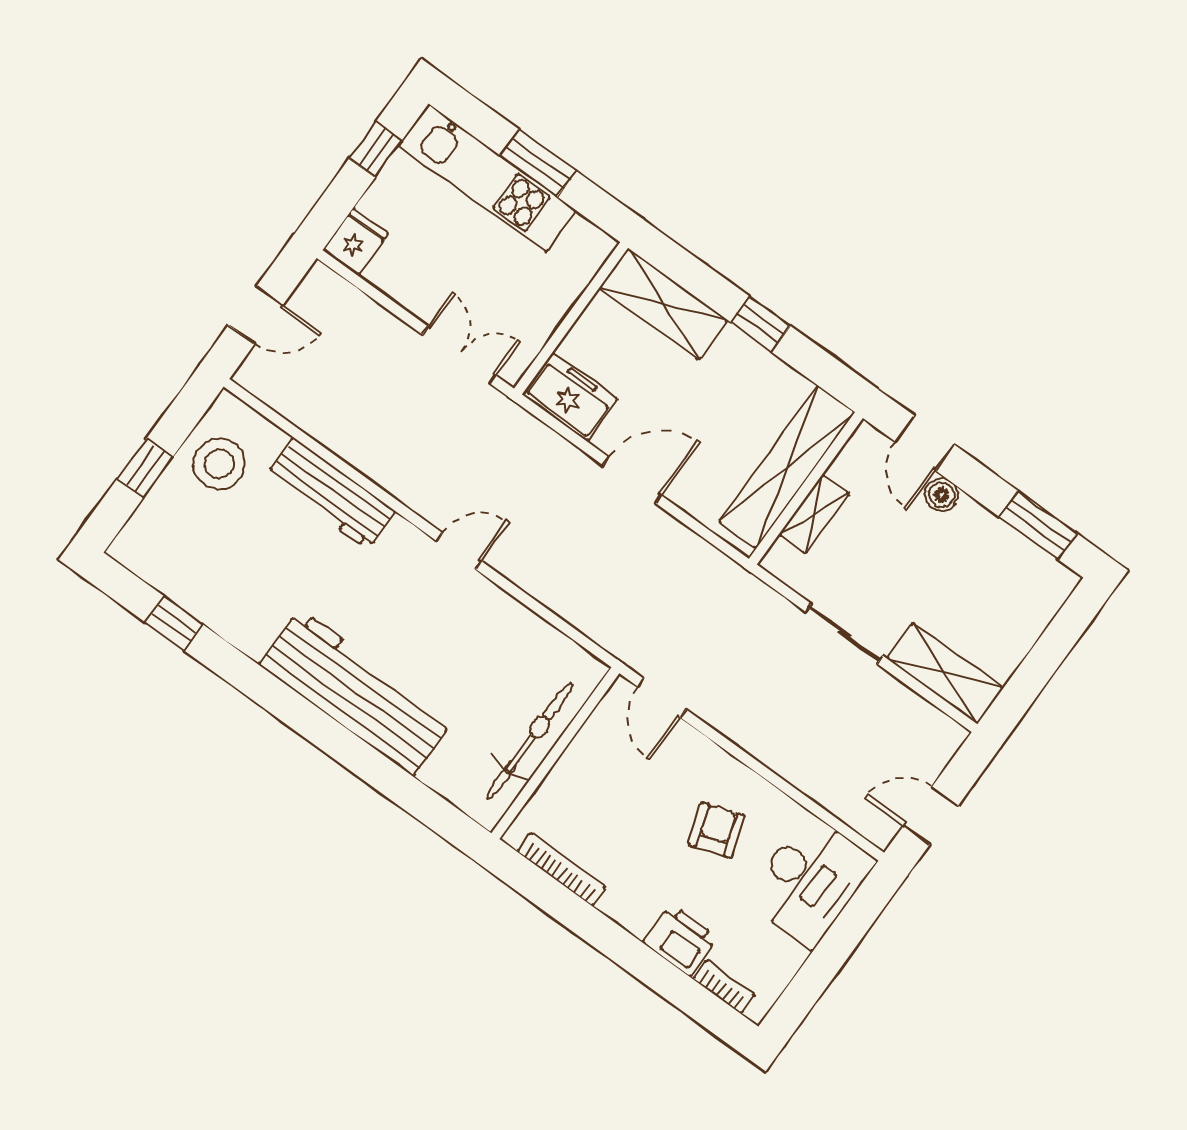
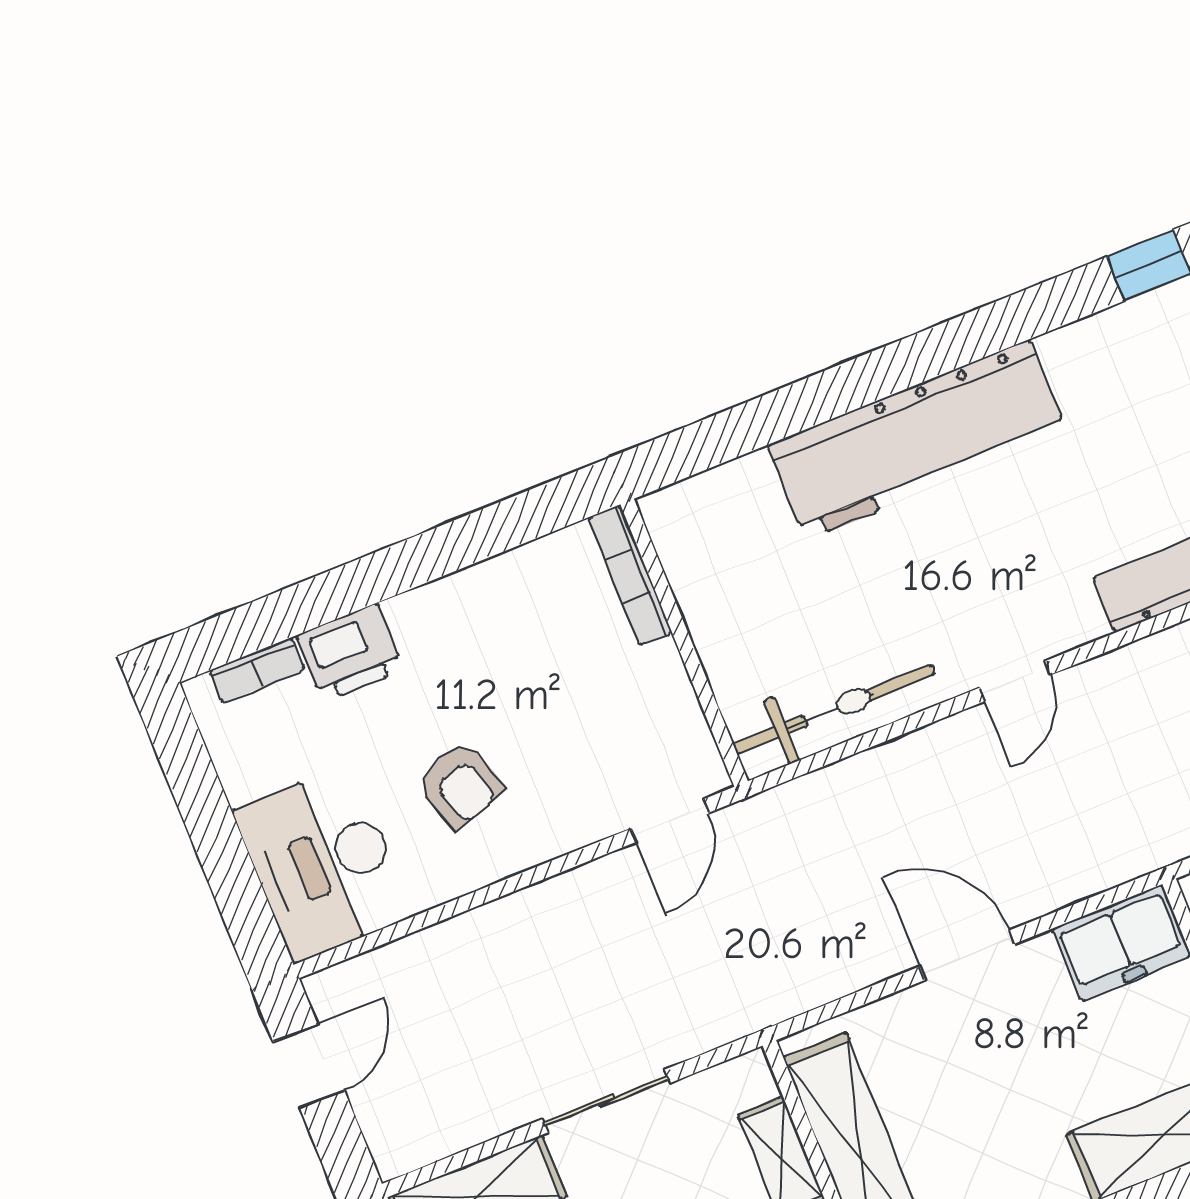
door: (632, 480) -> (967, 955), swing flipped
door: (662, 698) -> (670, 821), swing flipped
bicycle: (530, 741) -> (834, 709), moved, turned -90
bookcase: (561, 869) -> (630, 575), moved, turned 90

